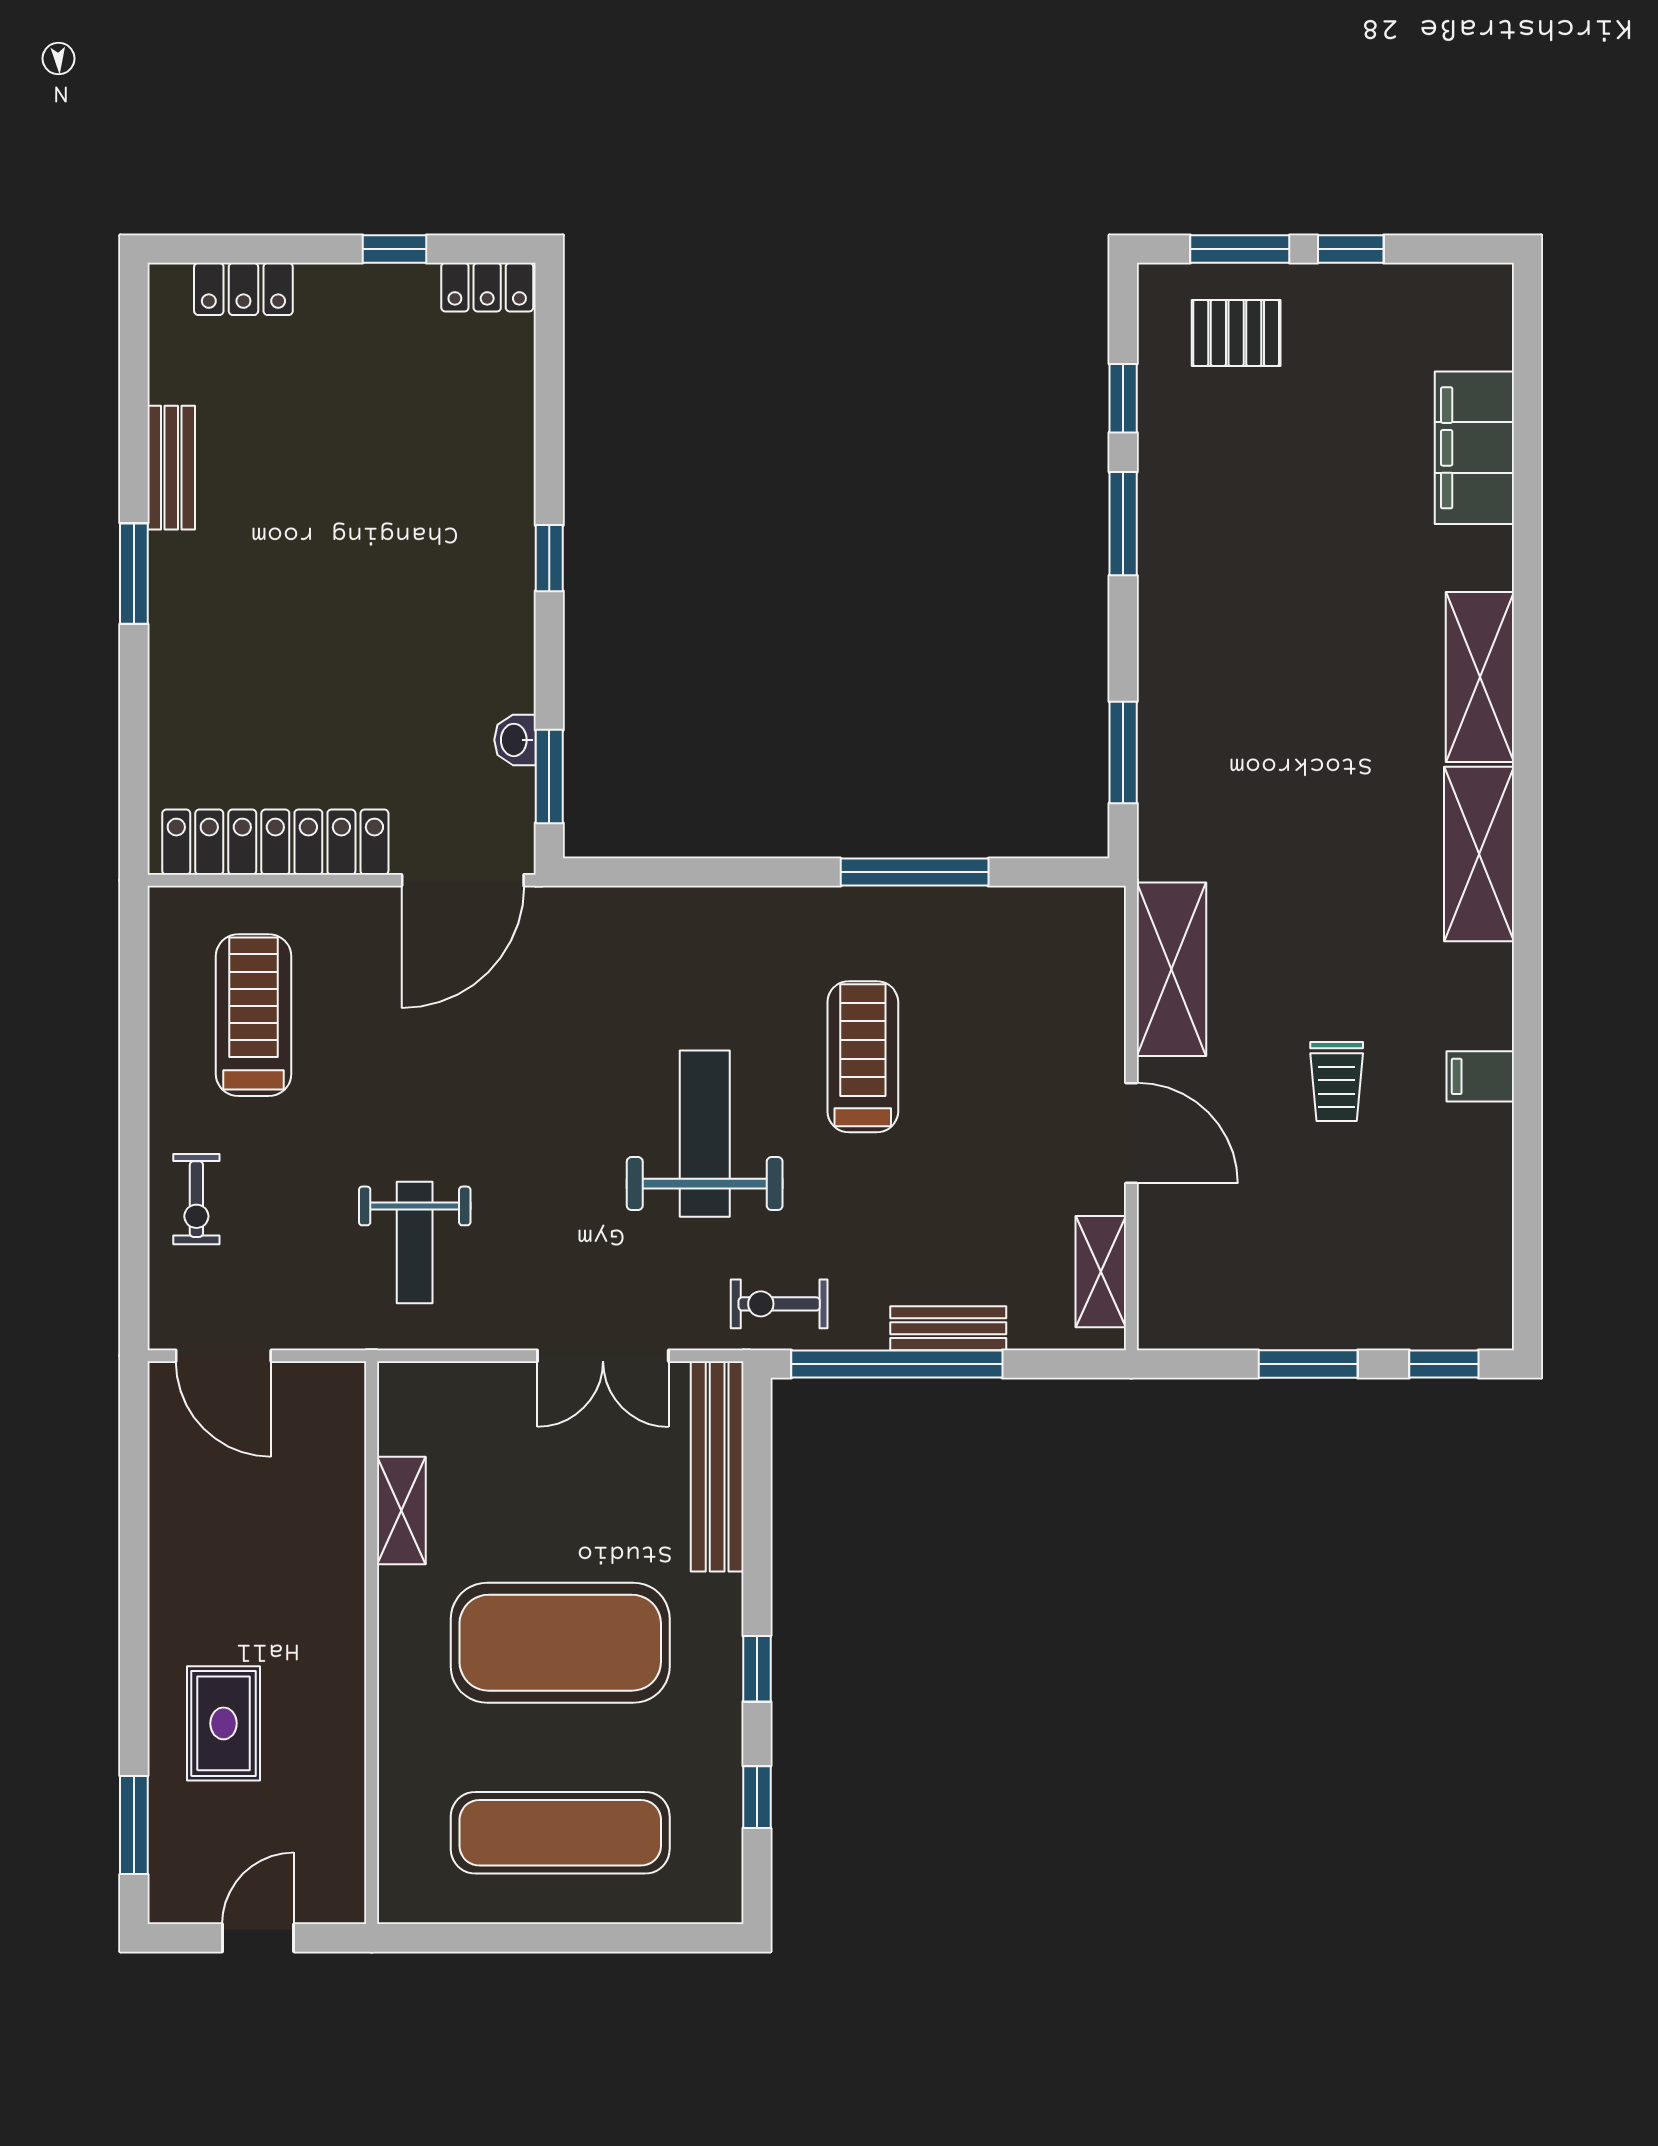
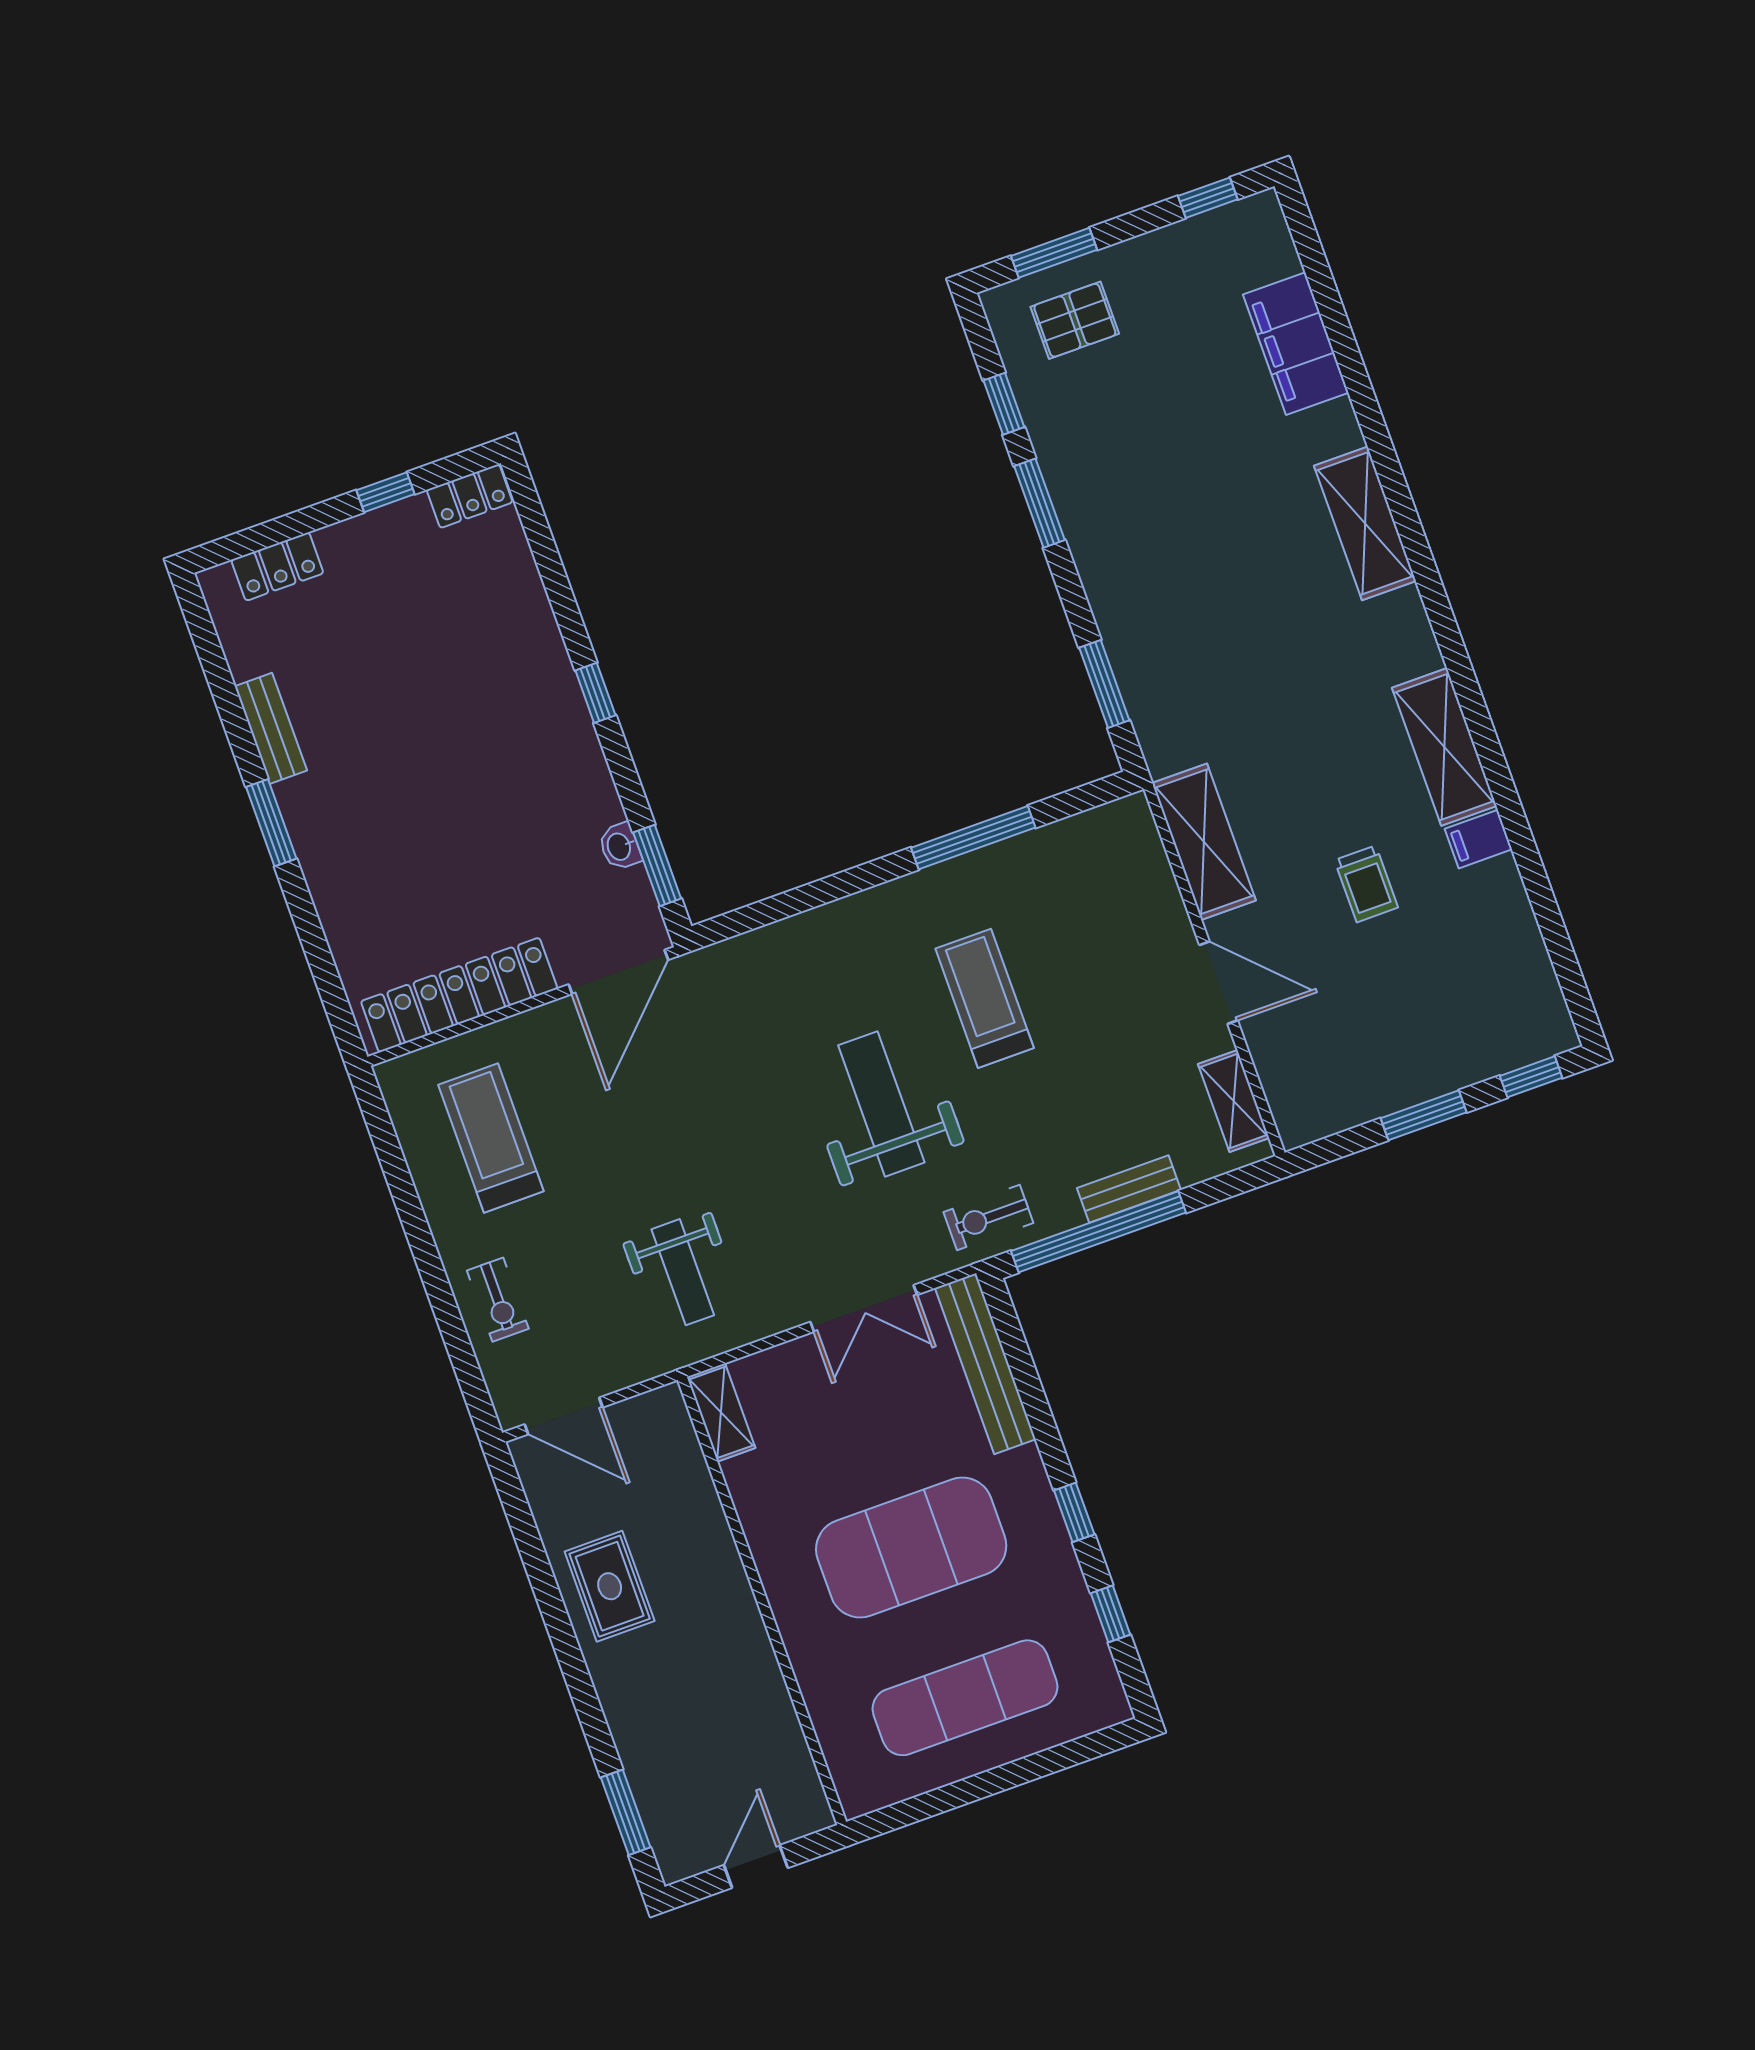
window: (1351, 249) -> (1208, 198), moved
shelving: (1479, 854) -> (1444, 747), moved
shelving: (401, 1511) -> (721, 1412), moved
rug: (223, 1723) -> (610, 1586), moved

